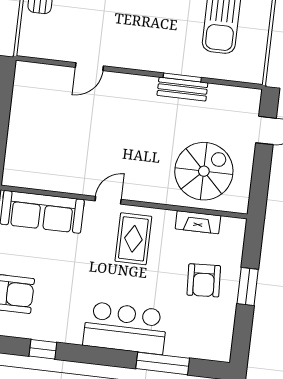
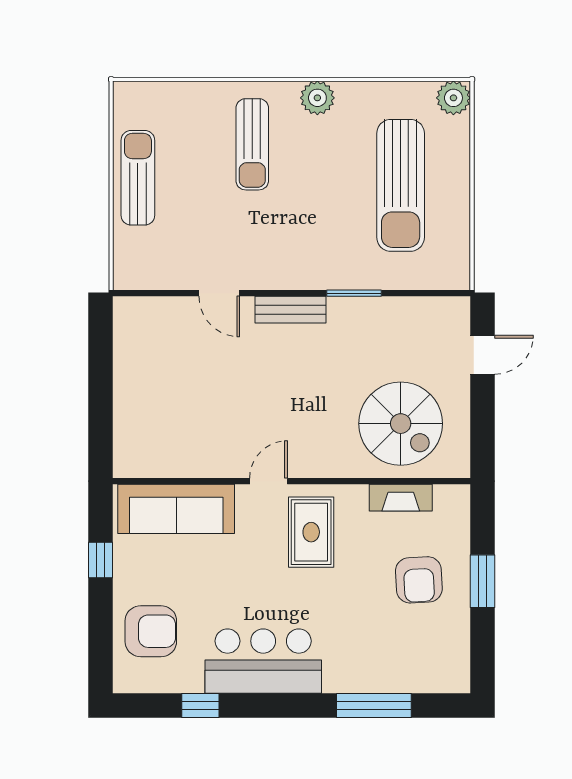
door: (89, 67) -> (219, 293), hinge flipped
bench: (182, 89) -> (290, 310), moved
spiral stairs: (204, 171) -> (401, 424), turned 90
bar counter: (125, 328) -> (263, 661), moved

